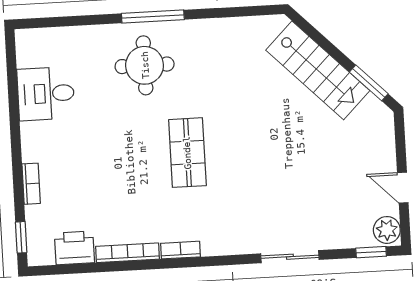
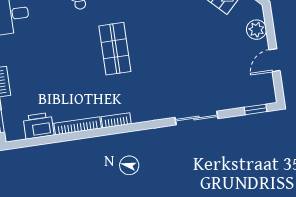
door: (403, 188) -> (274, 60), hinge flipped
plant: (387, 230) -> (256, 30), moved

